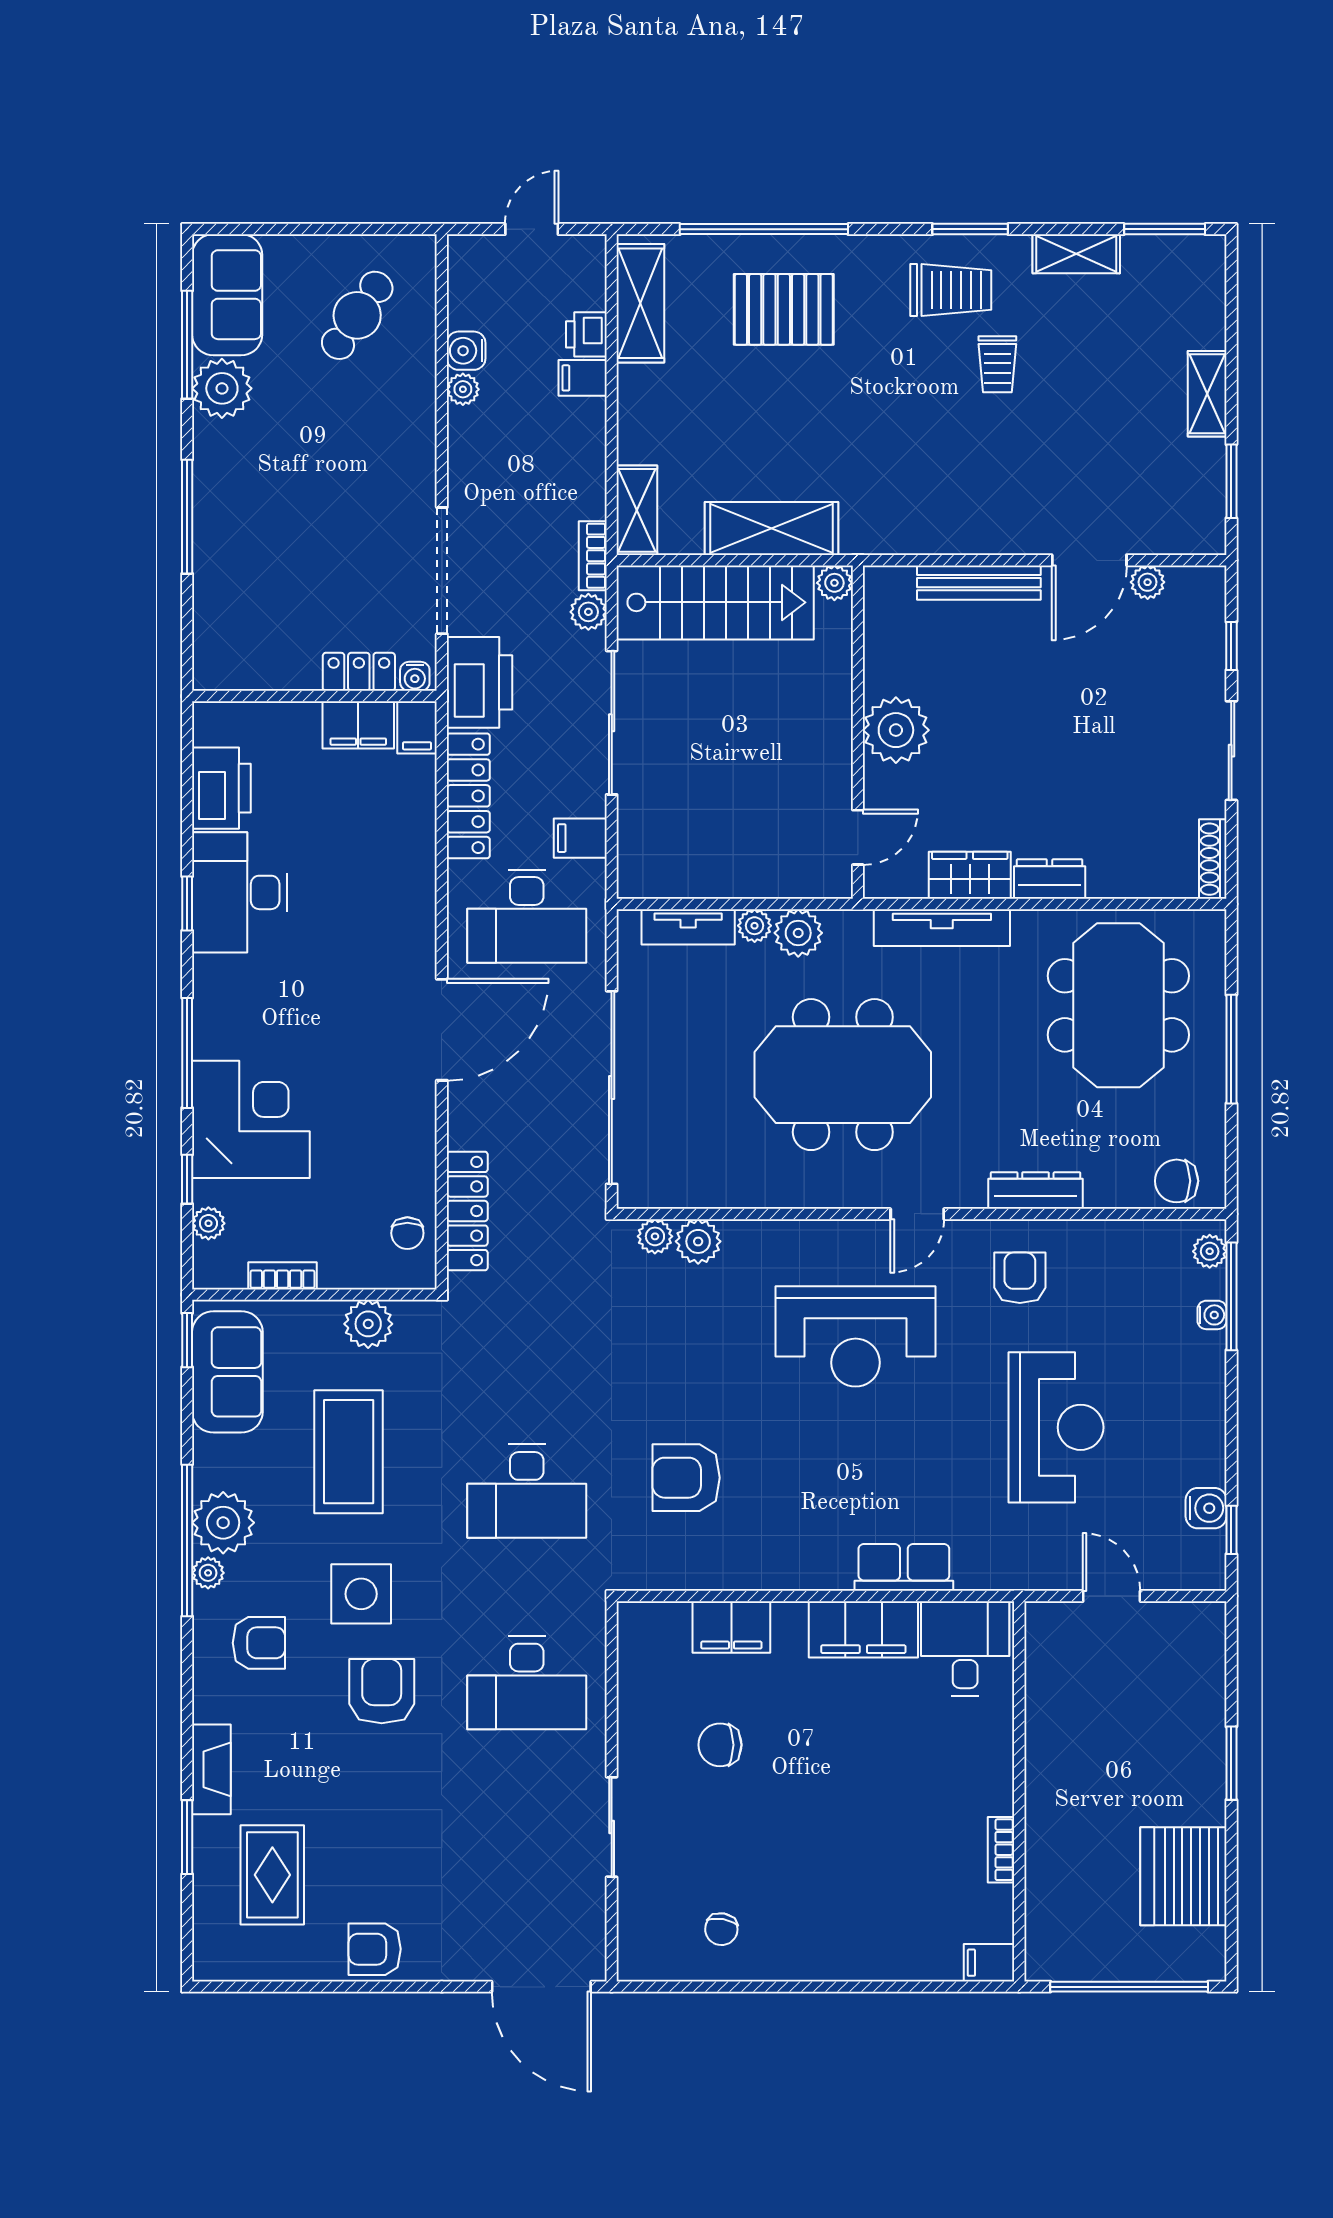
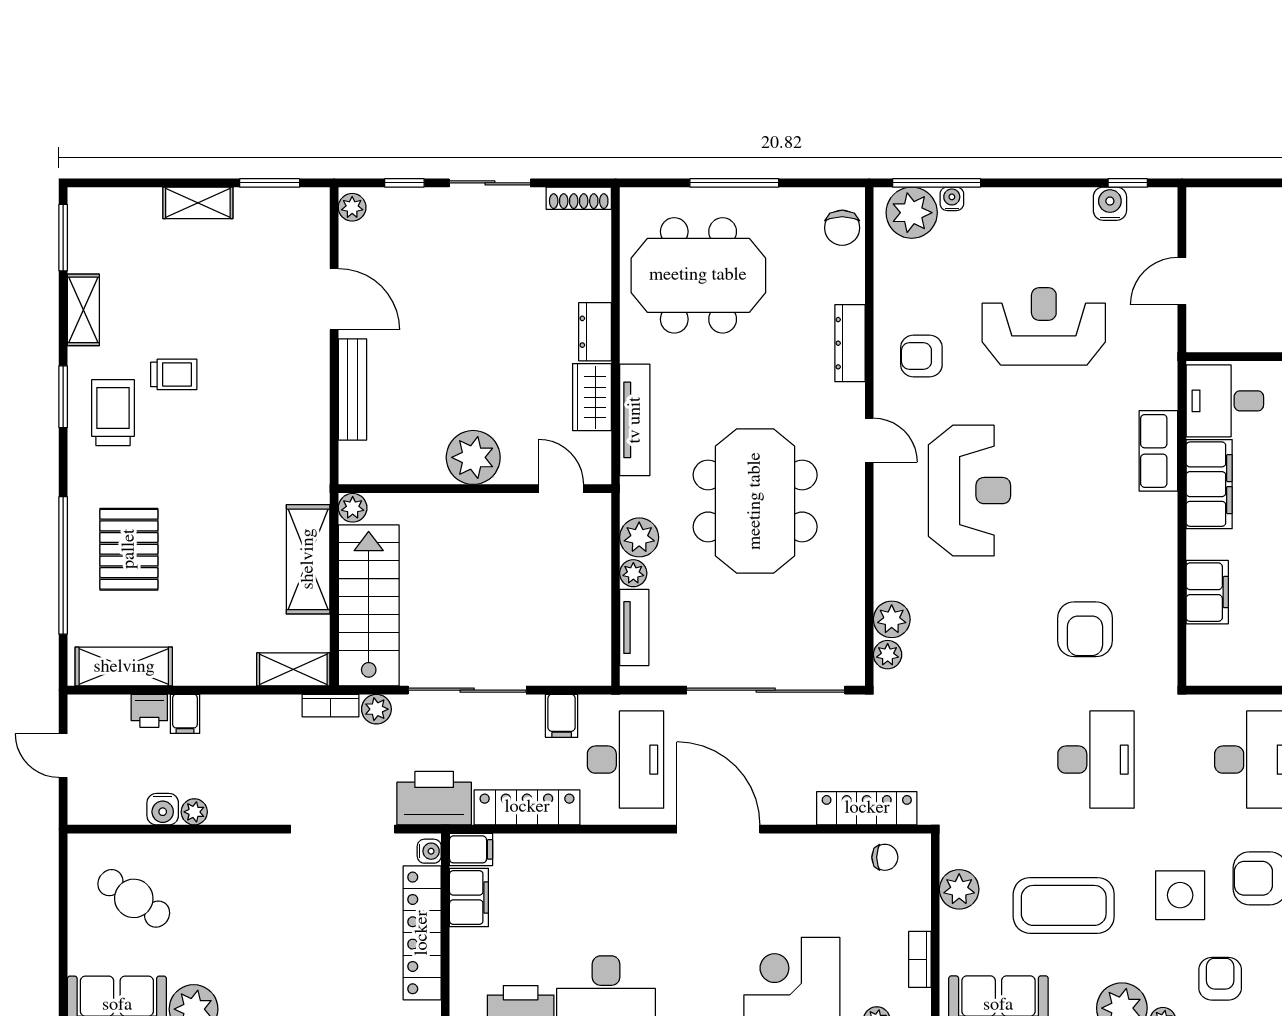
plant: (1148, 582) -> (352, 207), moved
locker: (359, 672) -> (422, 933), width x2.16, depth x1.21
plant: (1210, 1251) -> (912, 213), width x1.87, depth x1.87

